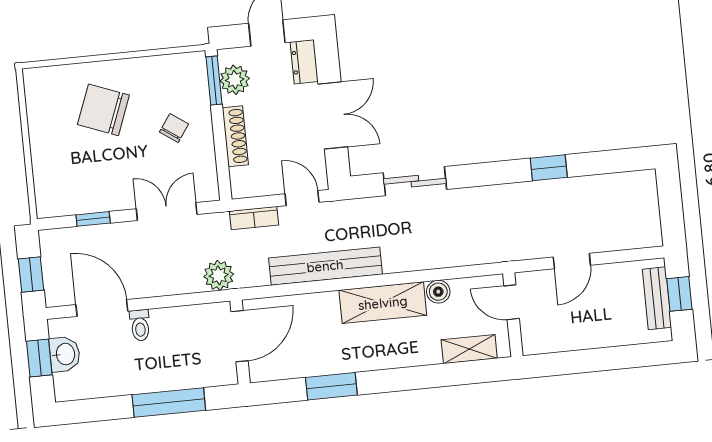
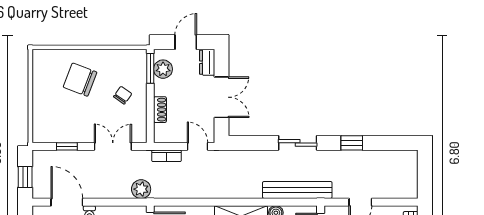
shoe rack: (235, 136) -> (160, 110), width x0.70
sliding door: (415, 181) -> (298, 143), moved
bench: (325, 266) -> (297, 190), moved

